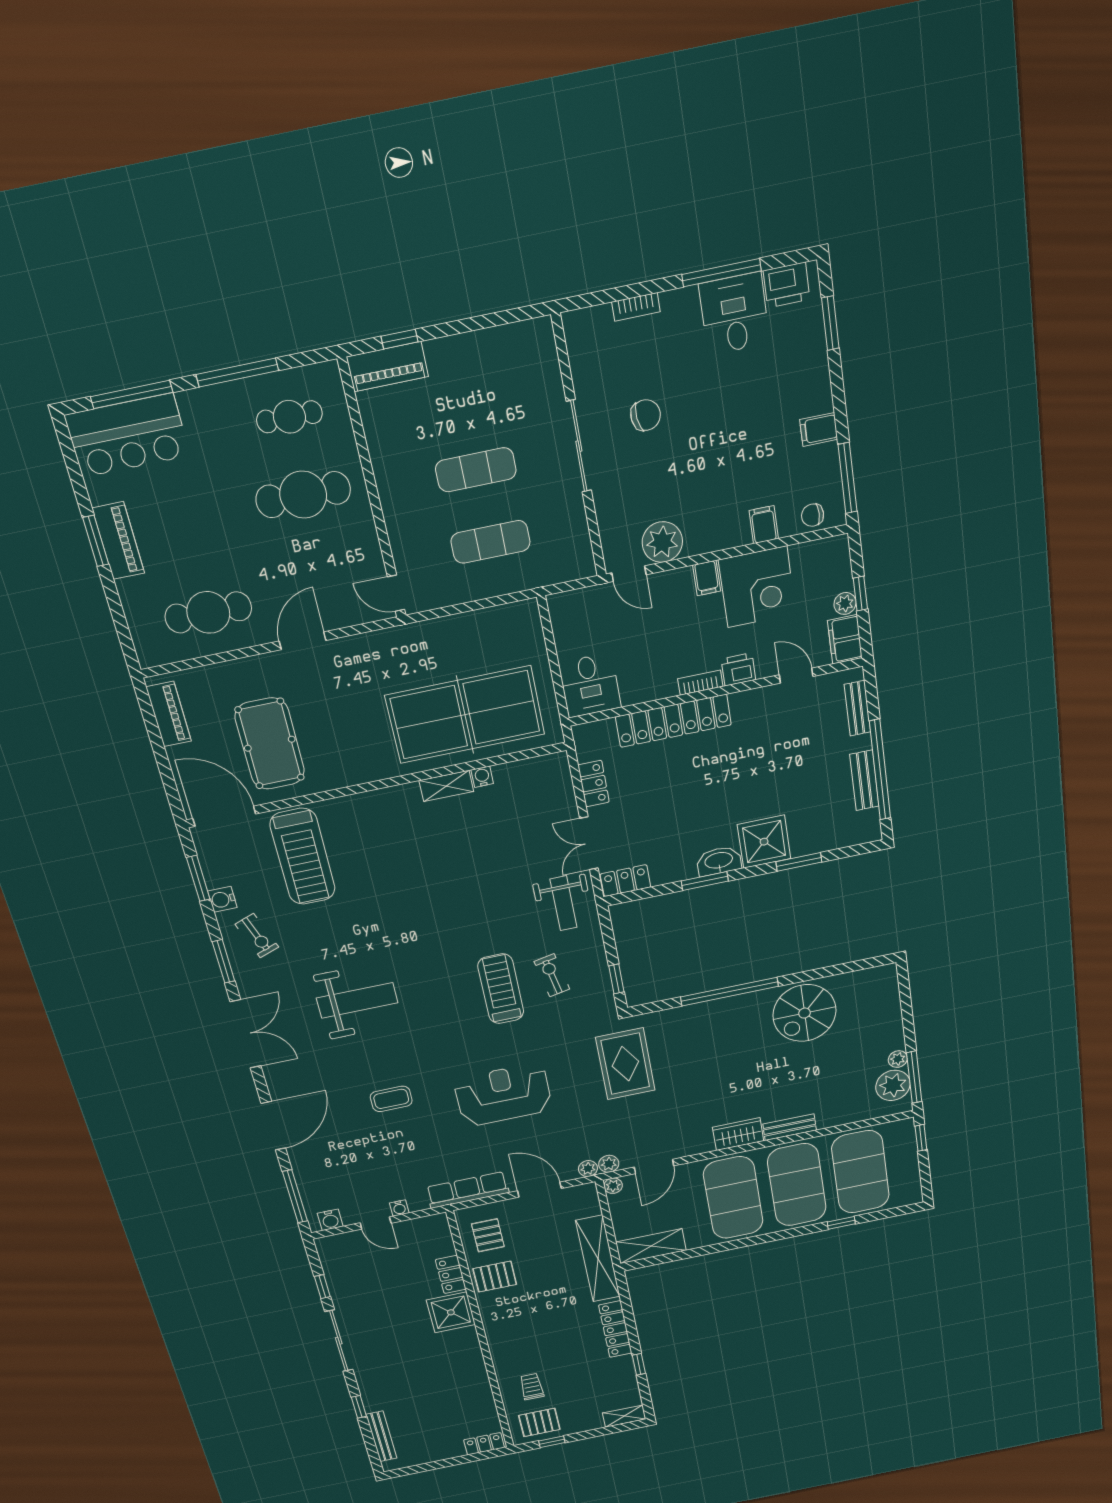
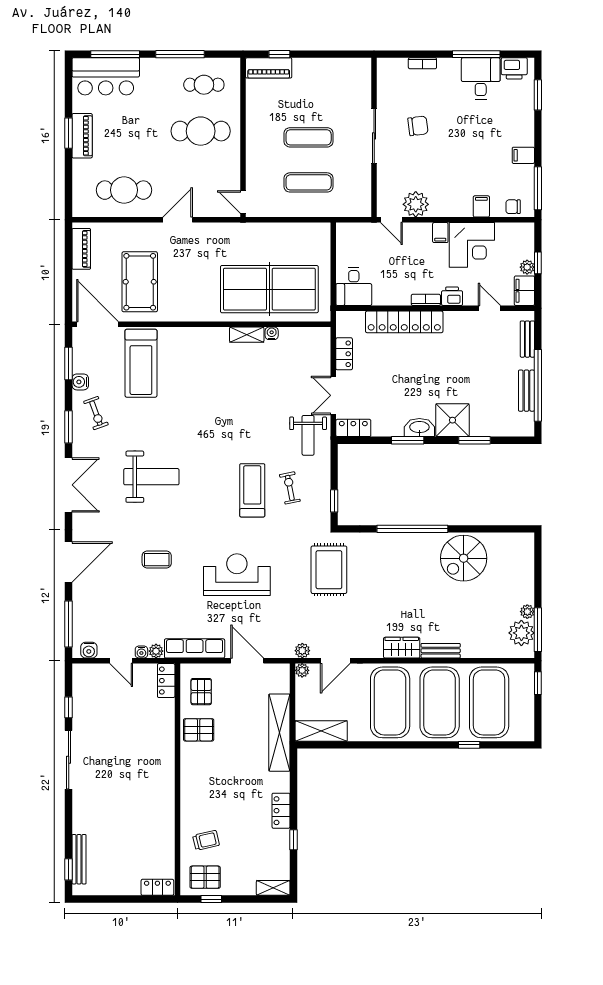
plant: (588, 1169) -> (156, 651), moved
locker: (451, 1274) -> (166, 681), moved
shower: (451, 1312) -> (159, 754), removed
locker: (615, 1329) -> (281, 811), width x0.66
trolley: (532, 1387) -> (206, 840), turned 77
window: (359, 1407) -> (69, 869), moved

